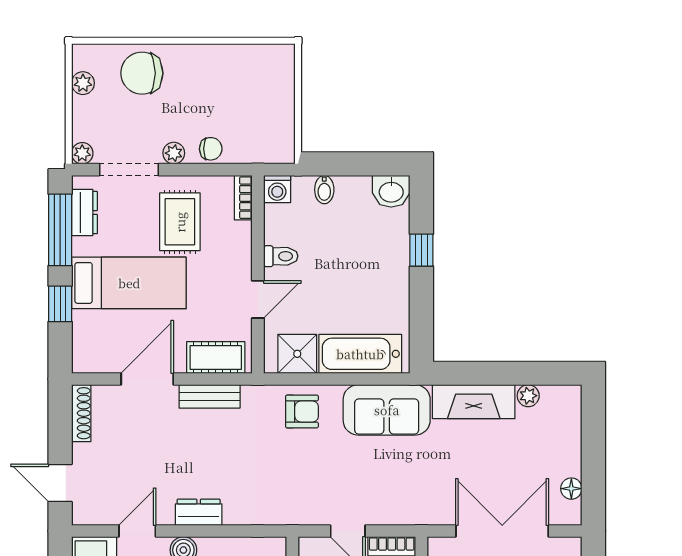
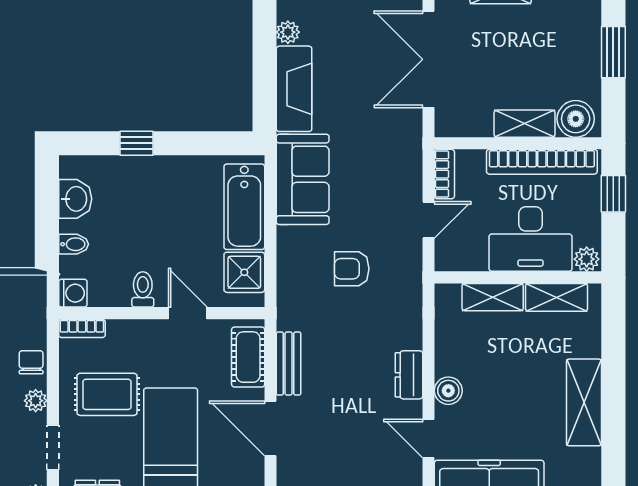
doorway: (129, 170) -> (53, 447), width x0.73
washbasin: (391, 191) -> (75, 199), moved
armchair: (302, 411) -> (352, 269), moved, turned -90

